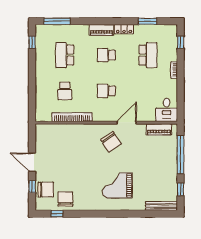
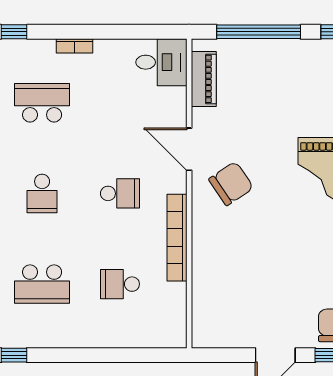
school desk: (65, 91) -> (120, 284), turned 180
school desk: (106, 91) -> (120, 193), turned -90
bookcase: (72, 117) -> (177, 238), moved

